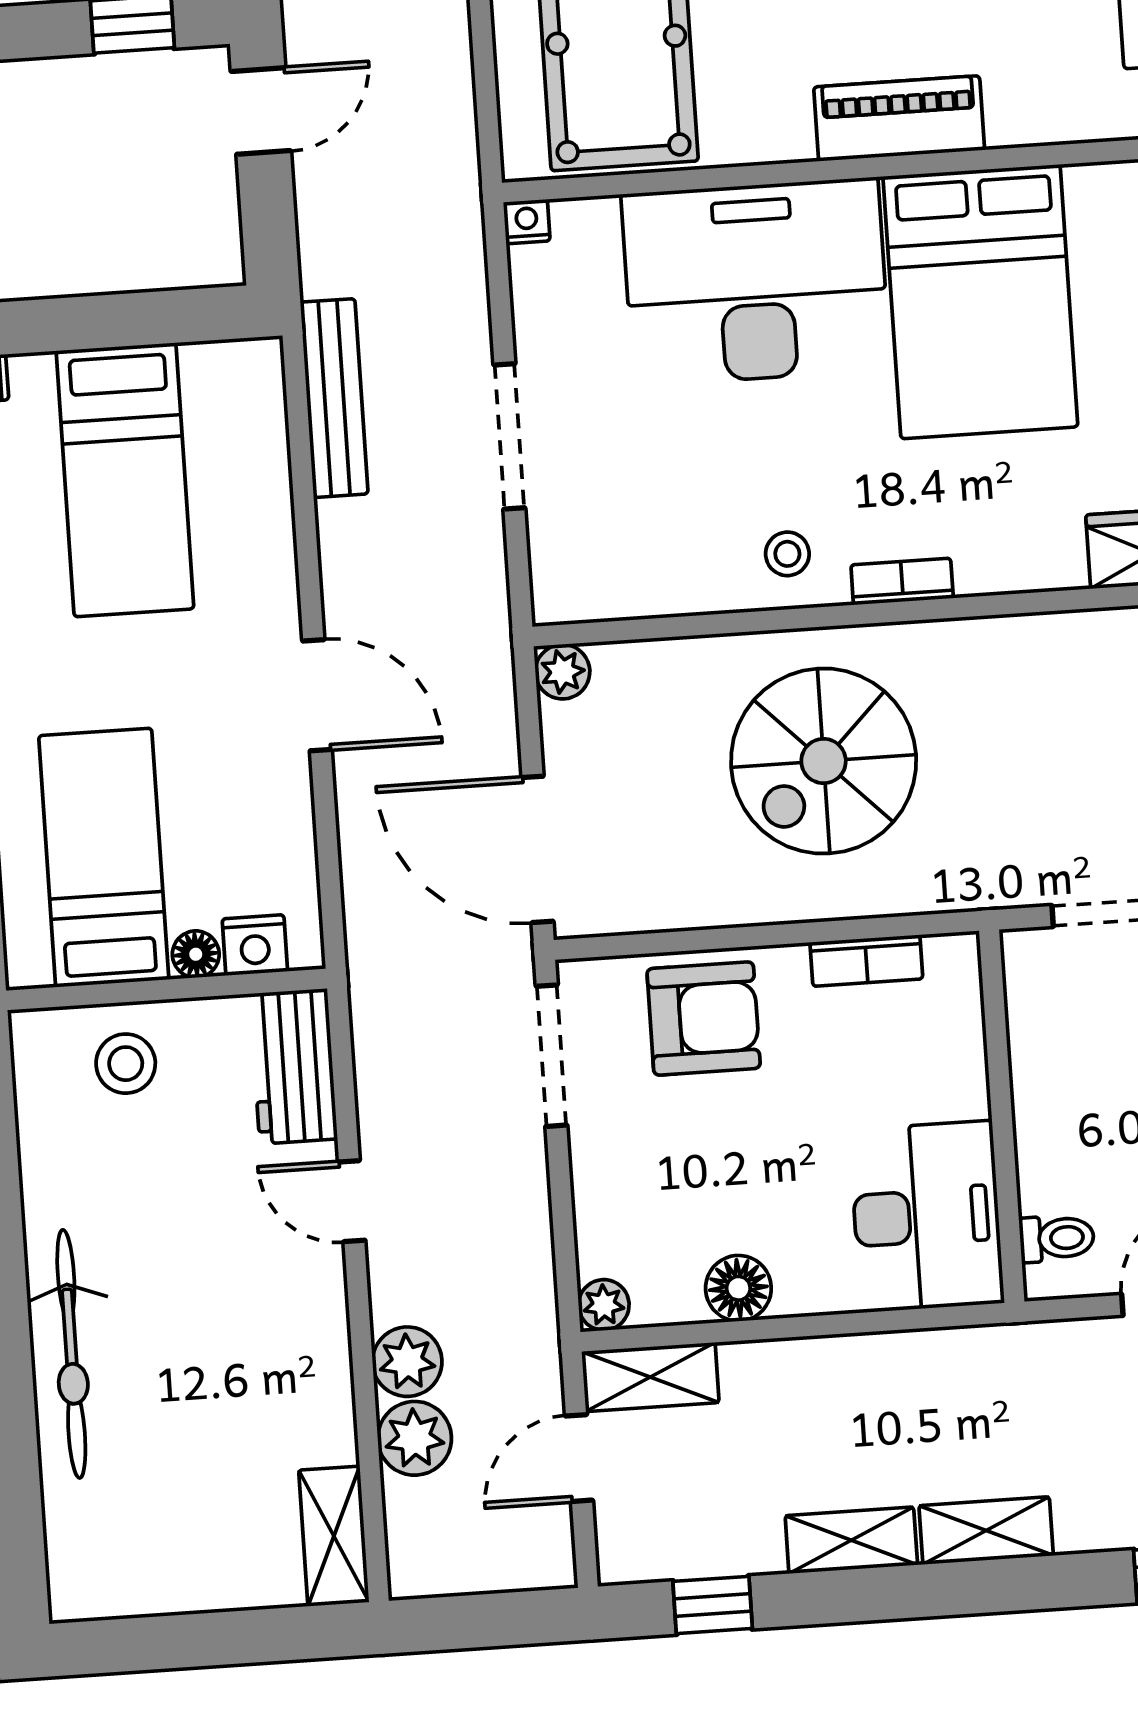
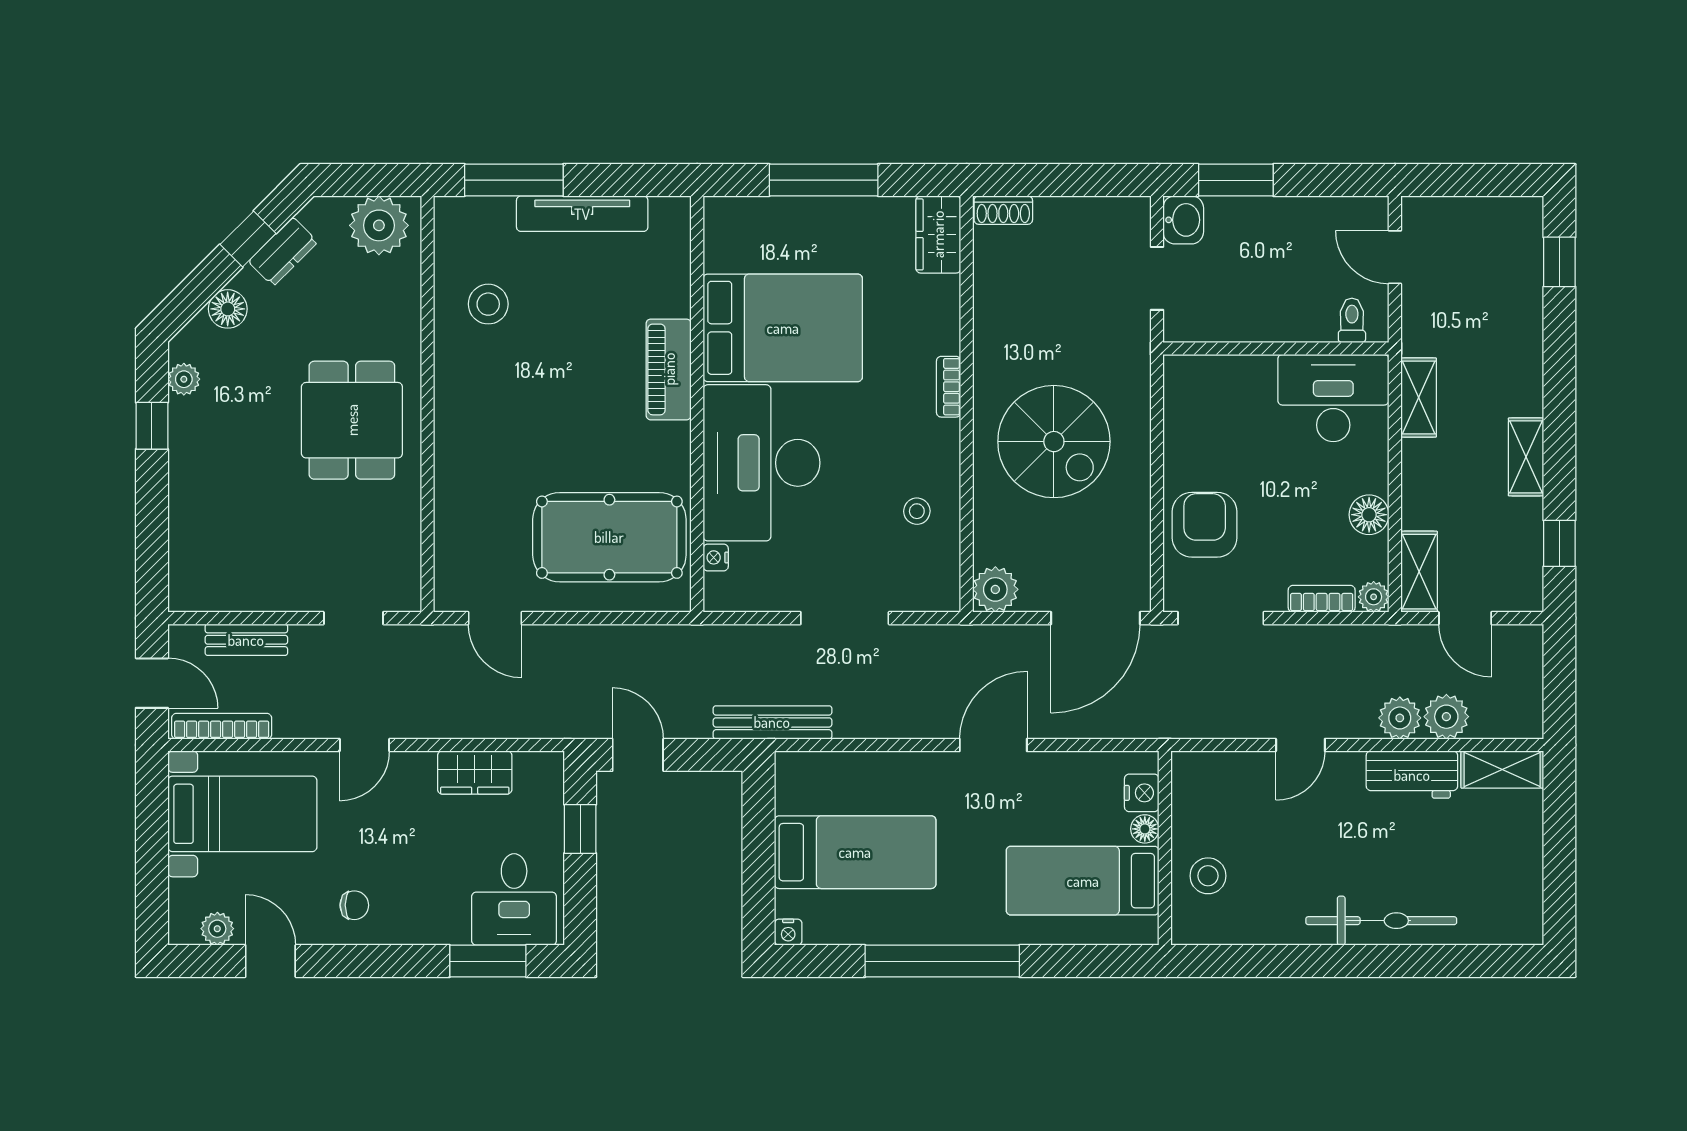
nightstand: (527, 222) -> (716, 557), moved
bench: (334, 398) -> (772, 722), moved
stool: (787, 554) -> (917, 511), moved
plant: (563, 672) -> (995, 589), width x1.38, depth x1.38
bookcase: (866, 961) -> (1322, 599), moved, turned -90
workbench: (293, 1066) -> (1412, 775), moved
shelving: (986, 1531) -> (1419, 397), moved

